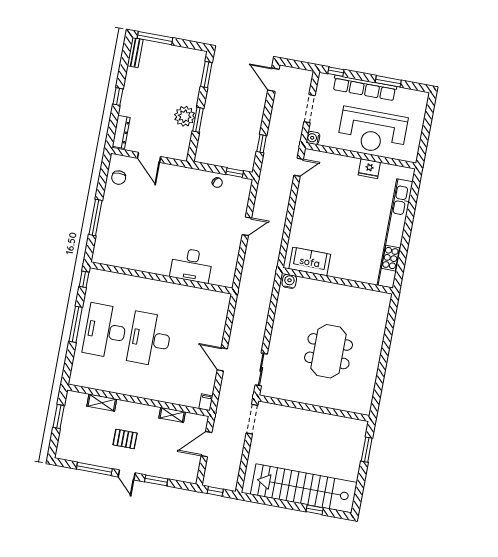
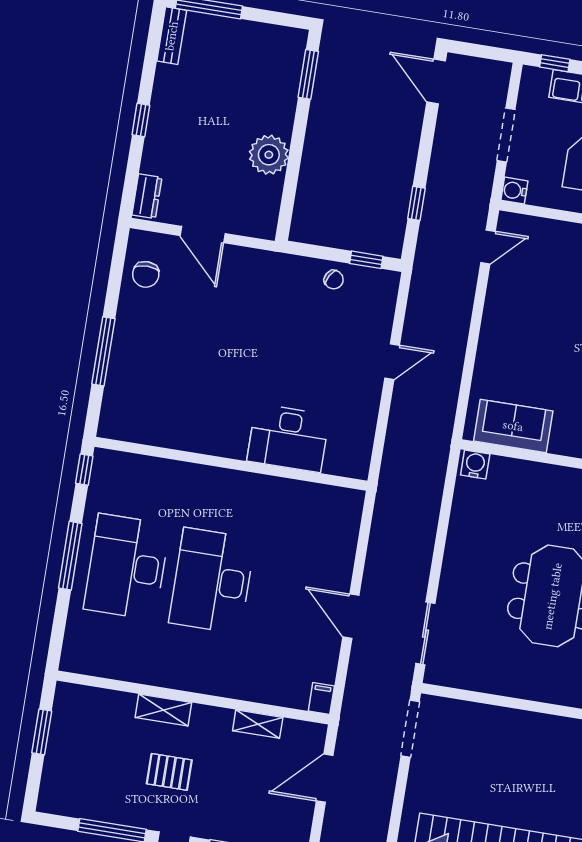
window: (198, 120) -> (294, 161), removed
dresser: (121, 132) -> (147, 196), width x0.70
shelving: (102, 403) -> (163, 710), moved

